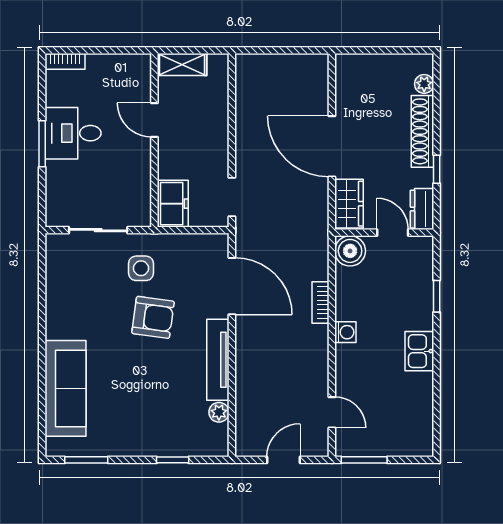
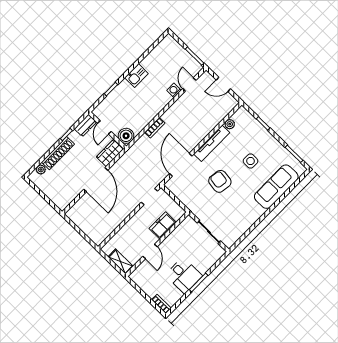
freezer: (173, 204) -> (163, 225), moved
side table: (141, 268) -> (250, 161), moved
washing machine: (345, 332) -> (174, 90), moved

